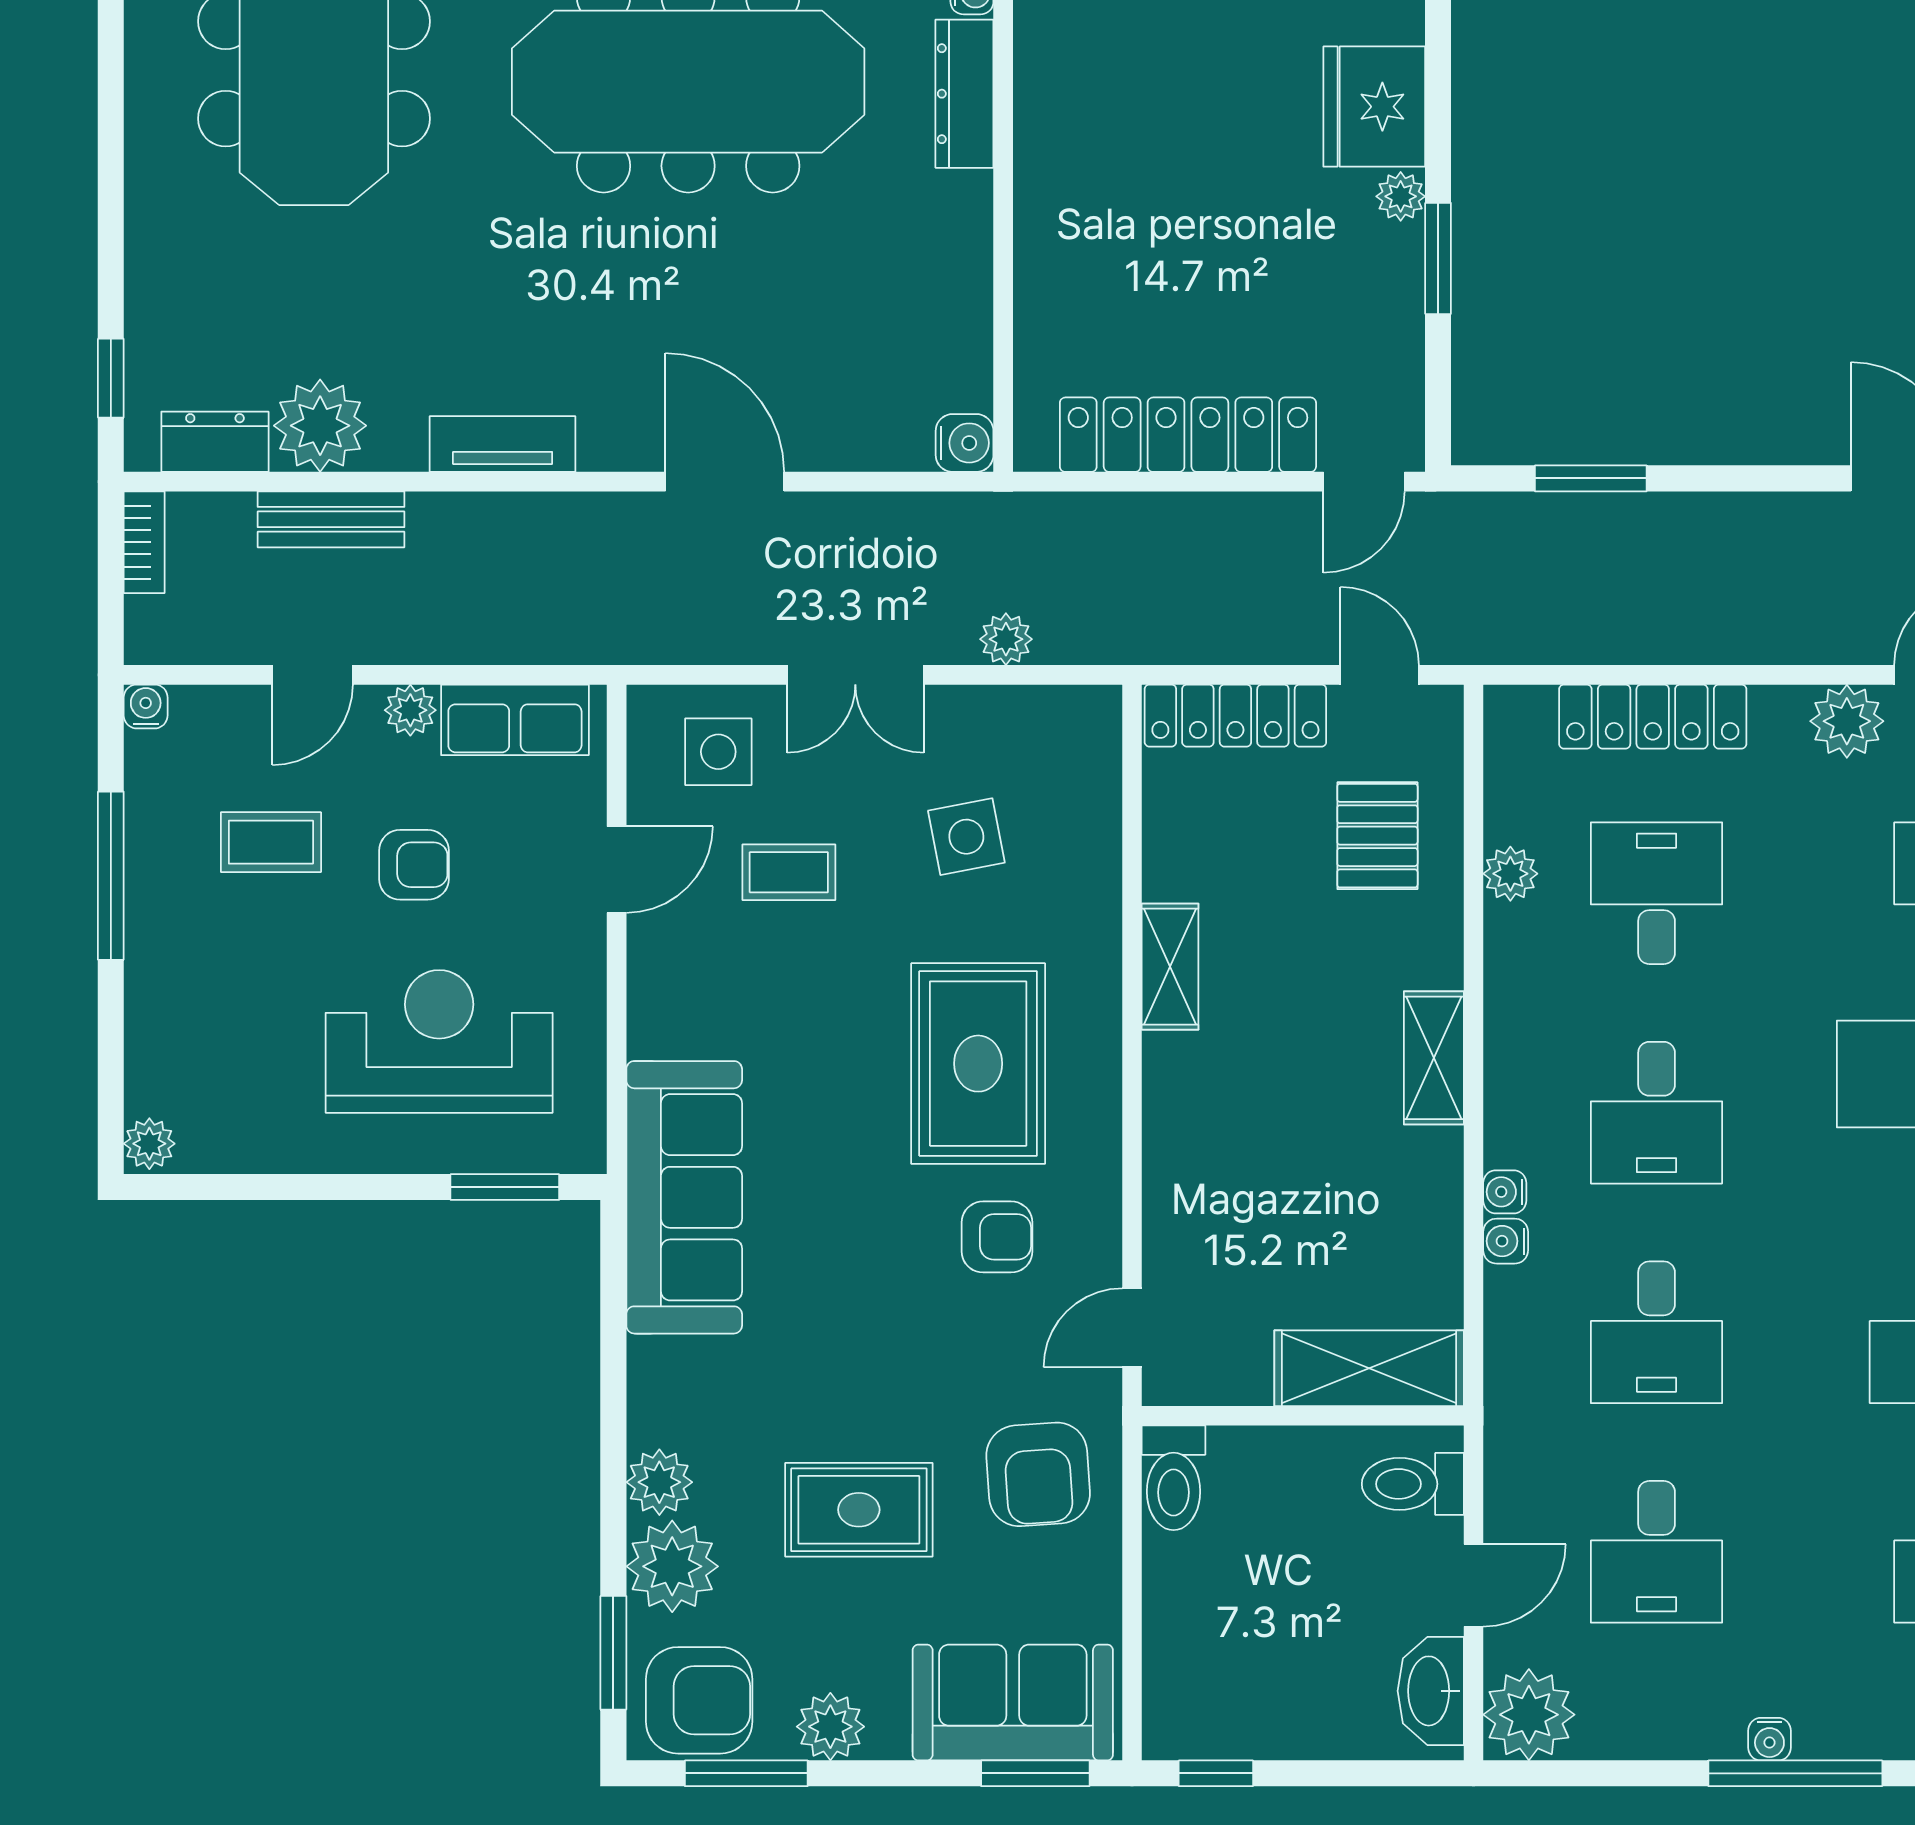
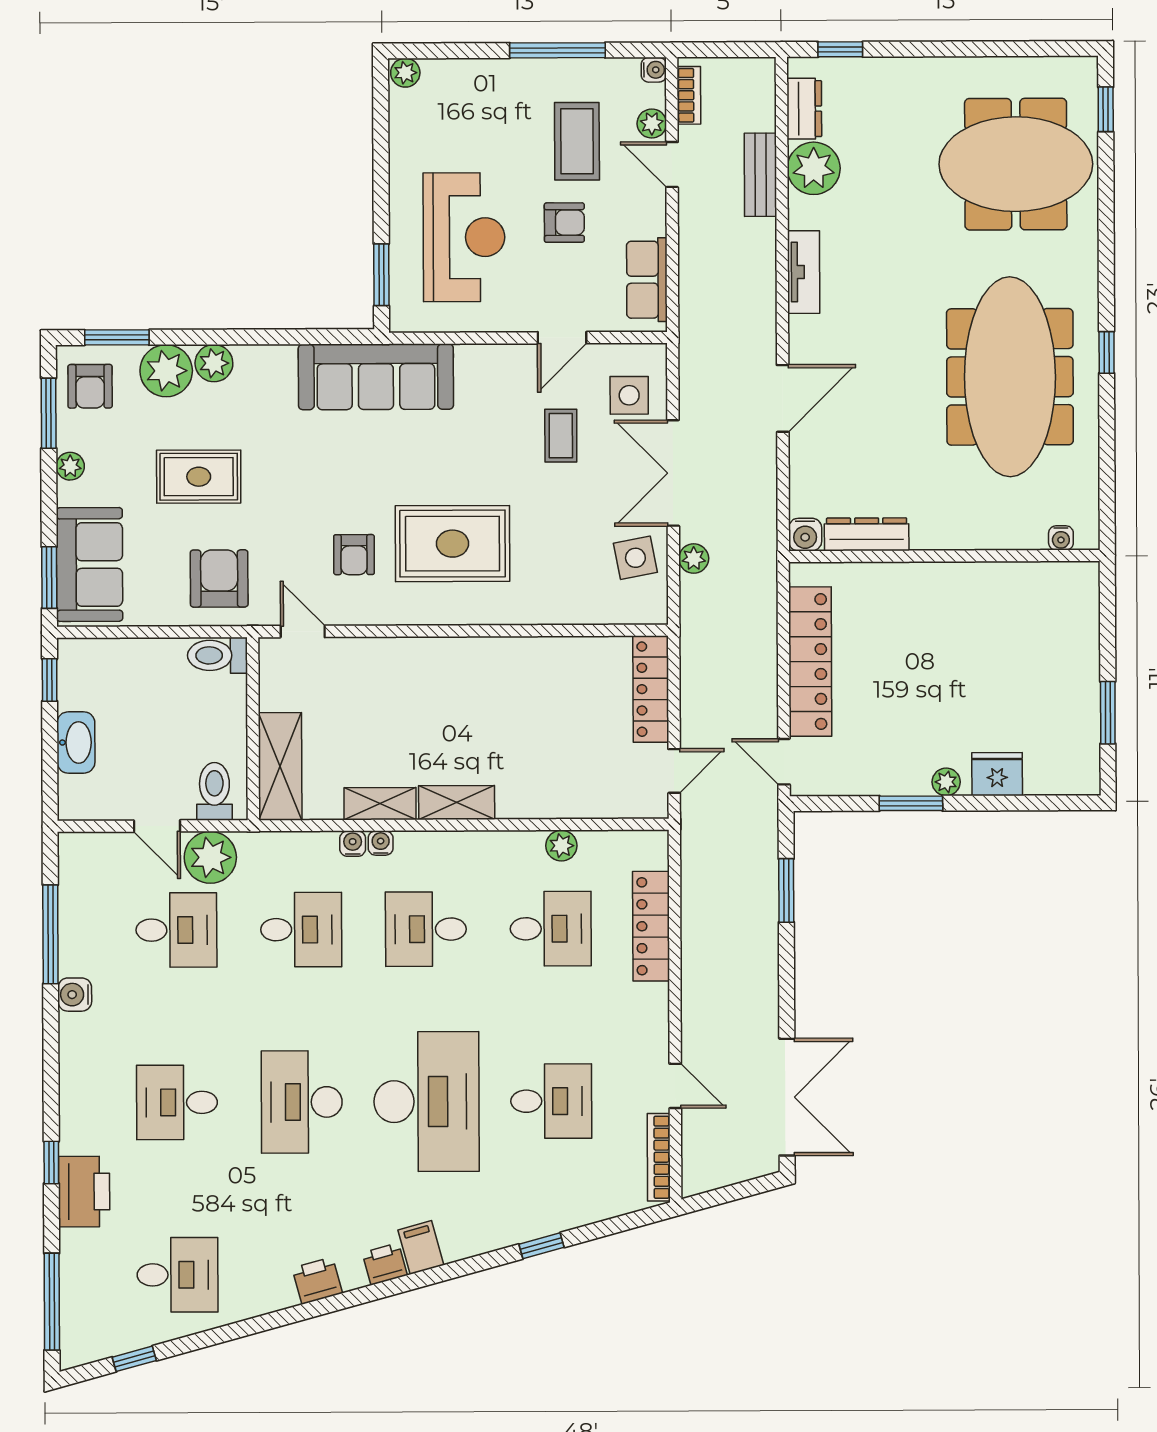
dresser: (964, 94) -> (867, 534), moved
fridge: (1374, 107) -> (997, 774), width x0.73, depth x0.75
bookcase: (144, 542) -> (689, 95), moved, turned -90
double door: (855, 675) -> (673, 473), width x1.37
plant: (410, 710) -> (652, 124), moved
plant: (1847, 721) -> (649, 1037), removed
pallet: (1377, 836) -> (583, 770), removed
side table: (966, 837) -> (635, 558), moved
coffee table: (271, 842) -> (577, 141), width x1.36, depth x1.30
armchair: (414, 865) -> (564, 223), turned -90
door: (617, 870) -> (562, 338), hinge flipped
shelving: (1170, 967) -> (380, 804), moved
desk: (1657, 1332) -> (301, 930), turned 180
armchair: (1038, 1474) -> (219, 578), turned 94
rug: (859, 1510) -> (199, 477), turned 90
desk: (1657, 1552) -> (176, 930), turned 180
washbasin: (1431, 1691) -> (76, 742), moved, turned 90
armchair: (699, 1700) -> (90, 386), width x0.72, depth x0.72
plant: (1529, 1715) -> (210, 857), moved
plant: (830, 1727) -> (70, 466), width x0.73, depth x0.73
water cooler: (1769, 1739) -> (75, 995), width x1.38, depth x1.38
window: (1795, 1773) -> (50, 934), moved

